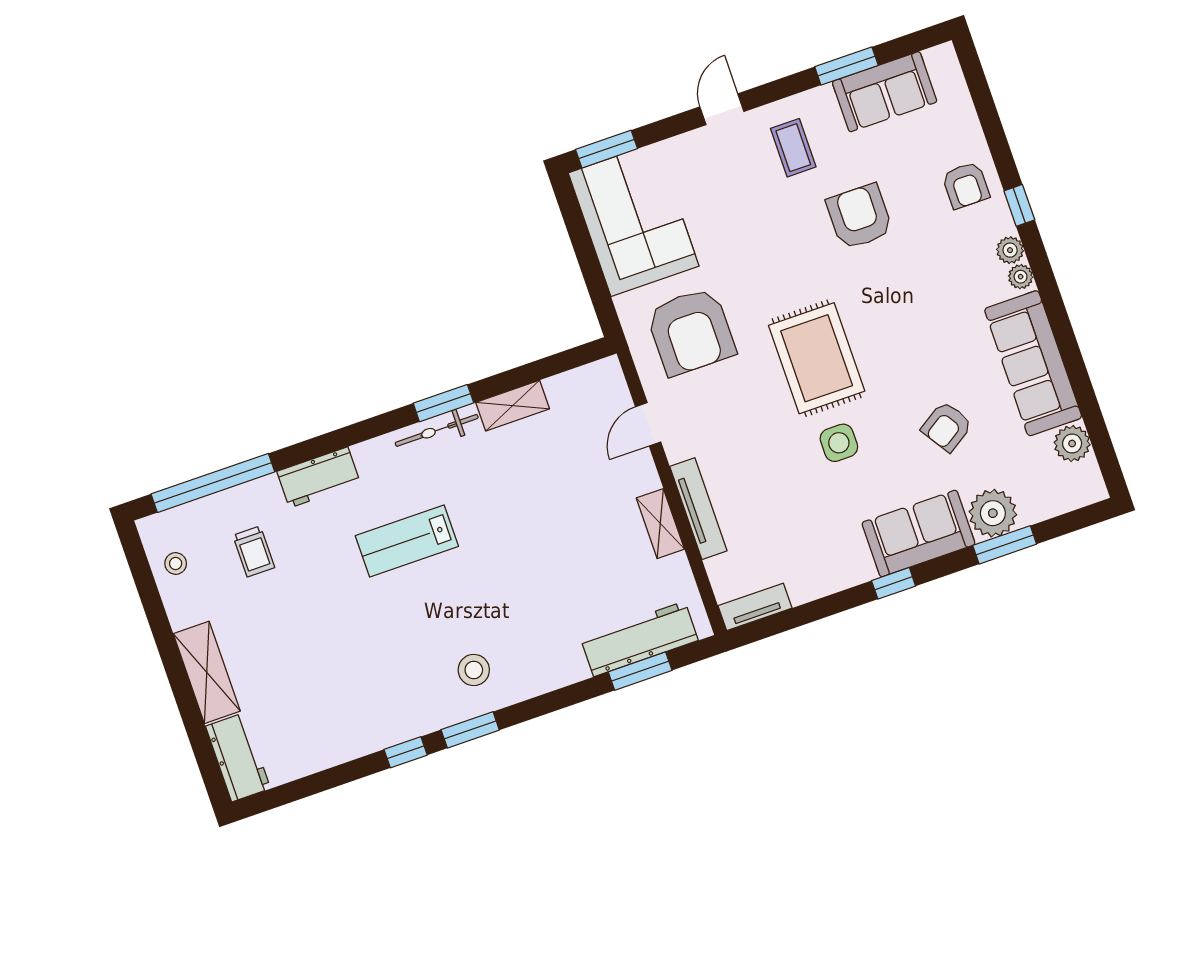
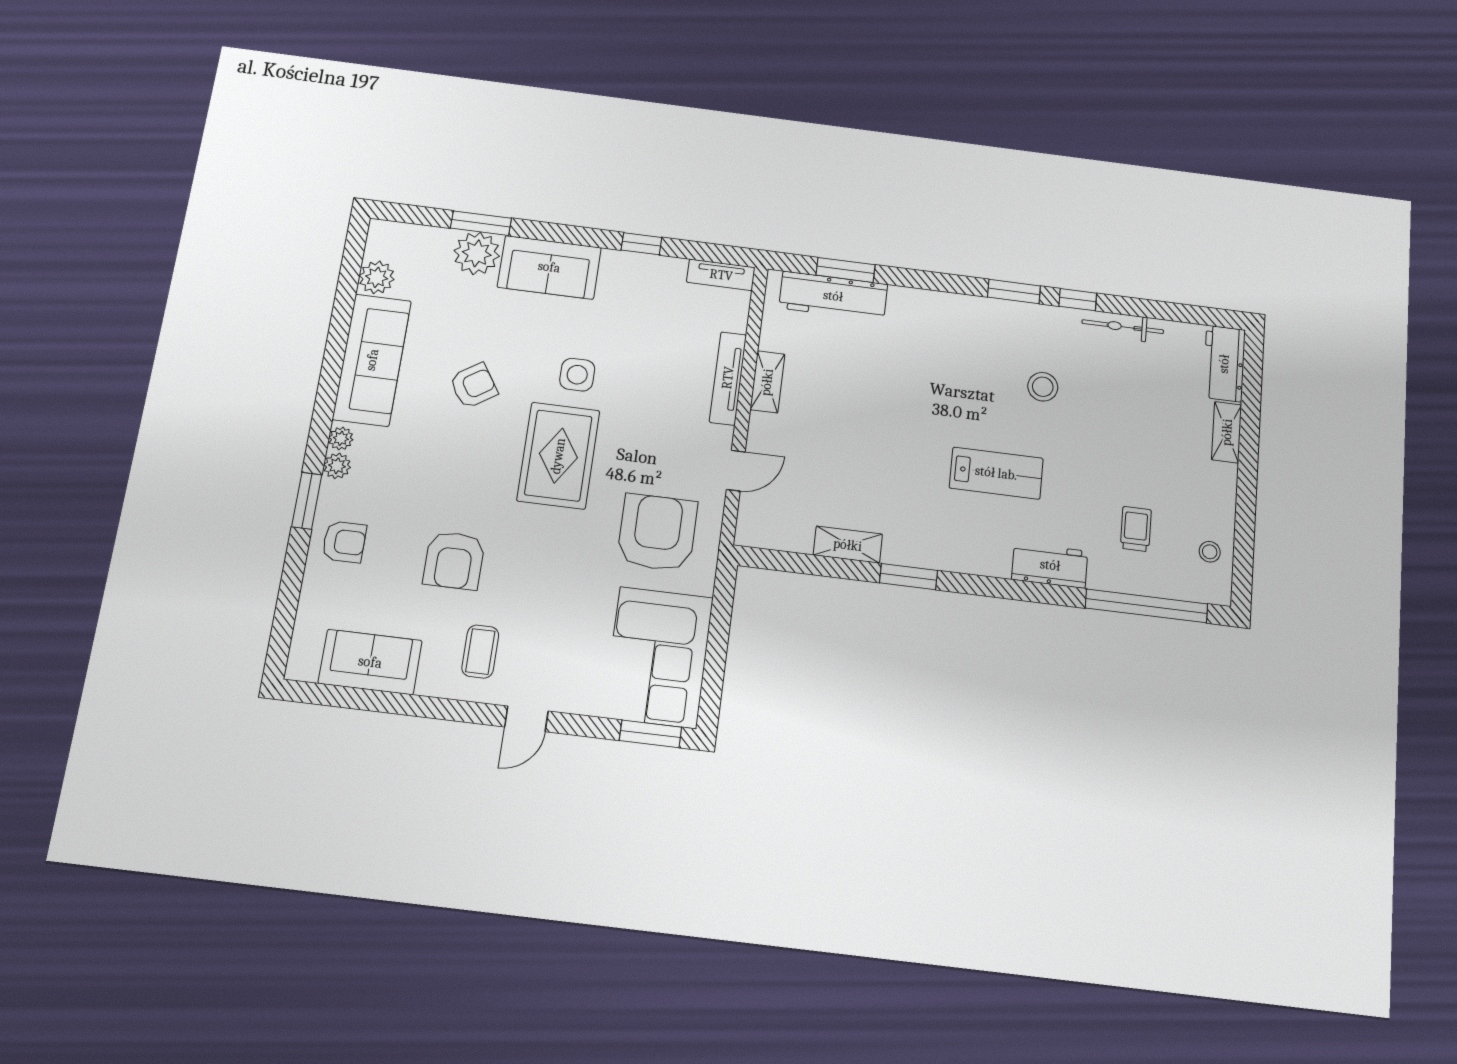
window: (846, 66) -> (392, 703), removed
armchair: (966, 185) -> (344, 542), turned 90
window: (1019, 205) -> (307, 501), width x1.50
armchair: (947, 427) -> (474, 386), moved
bicycle: (437, 430) -> (1123, 327), moved, turned 180
window: (894, 583) -> (641, 244), moved
stool: (474, 670) -> (1043, 387), moved
shelving: (207, 672) -> (1227, 432), width x0.67, depth x0.75

